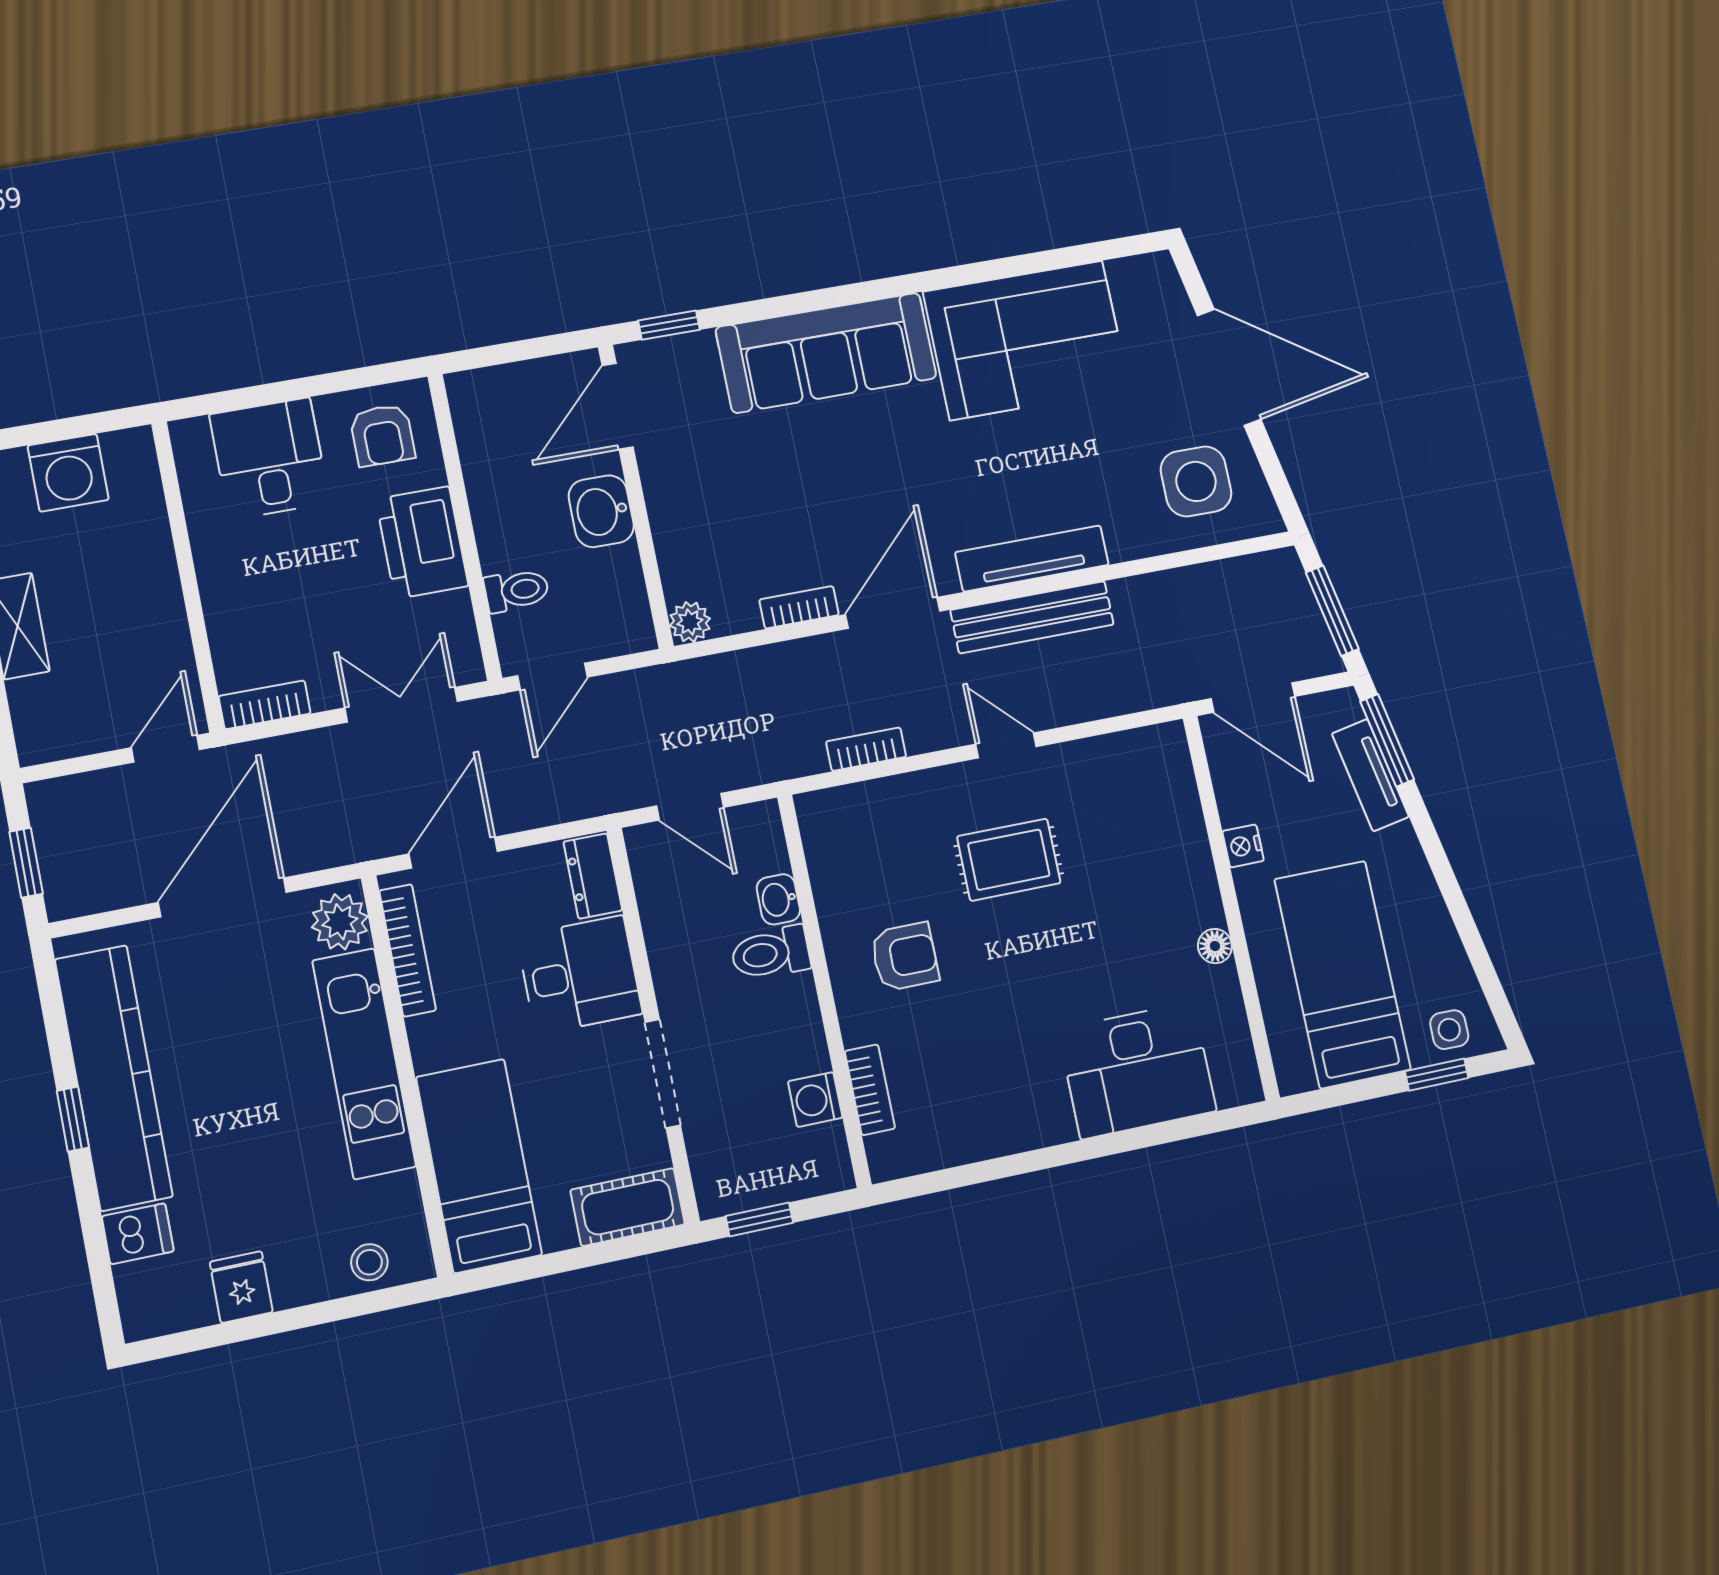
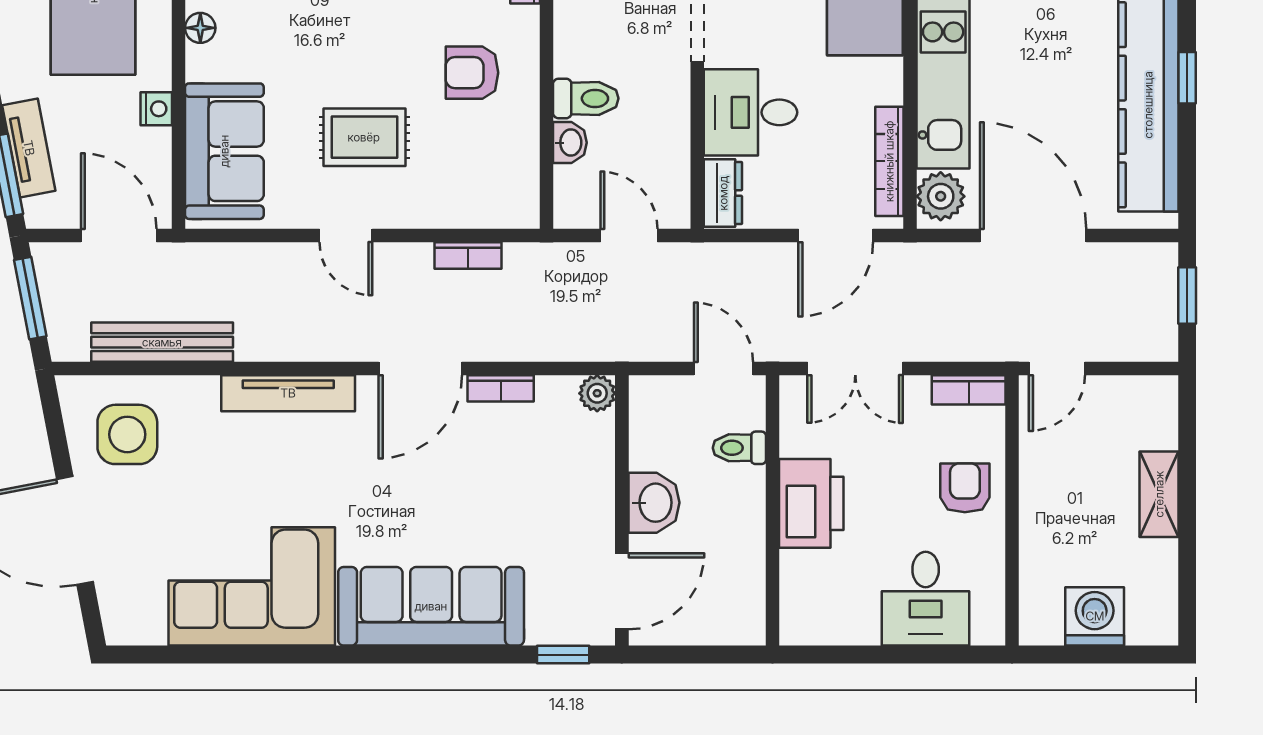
armchair: (382, 435) -> (965, 488), moved
bench: (1032, 617) -> (162, 342), moved
door: (552, 676) -> (724, 369), hinge flipped
sofa: (1159, 813) -> (224, 151), added
door: (222, 897) -> (1033, 236), swing flipped

